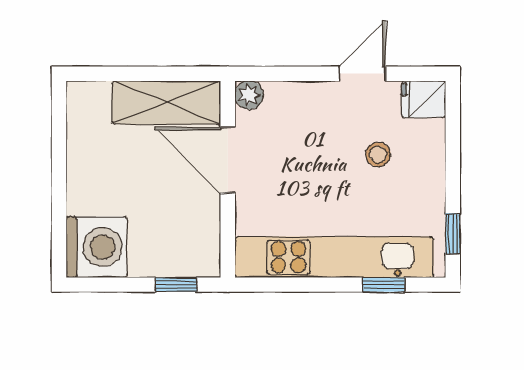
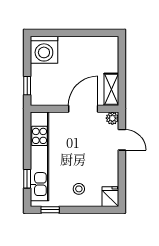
door: (362, 74) -> (122, 140), moved
shelving: (166, 102) -> (111, 89), width x0.67, depth x0.75
stool: (378, 154) -> (79, 189), moved

